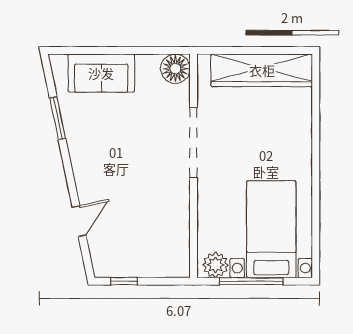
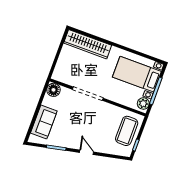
wardrobe: (262, 70) -> (88, 44), moved, turned 90
door: (79, 221) -> (87, 152), moved
coffee table: (146, 251) -> (127, 131), added

